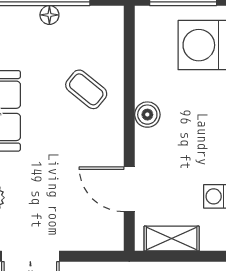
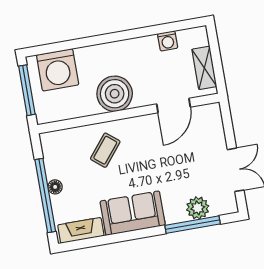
boiler: (147, 115) -> (115, 94), width x1.86, depth x1.86

